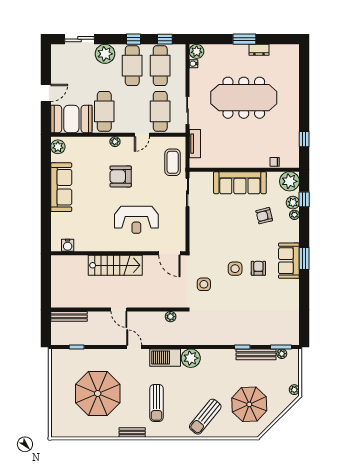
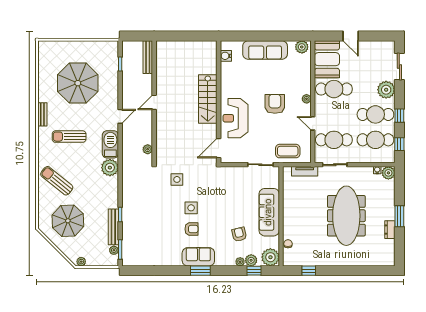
water cooler: (68, 245) -> (226, 56), moved
wall: (118, 253) -> (219, 102), moved
door: (169, 253) -> (219, 148), moved
stairs: (115, 265) -> (208, 99), moved

